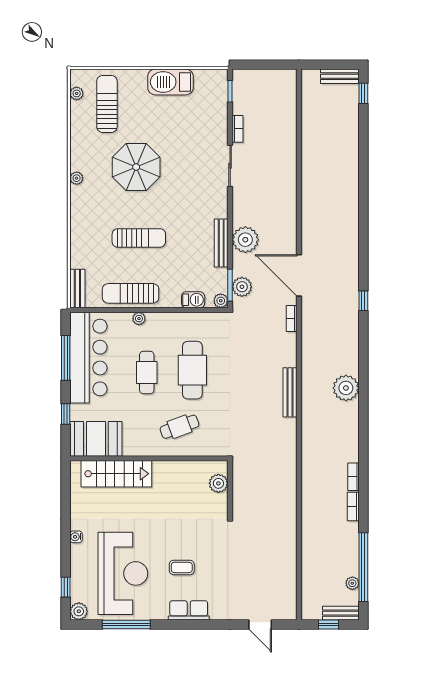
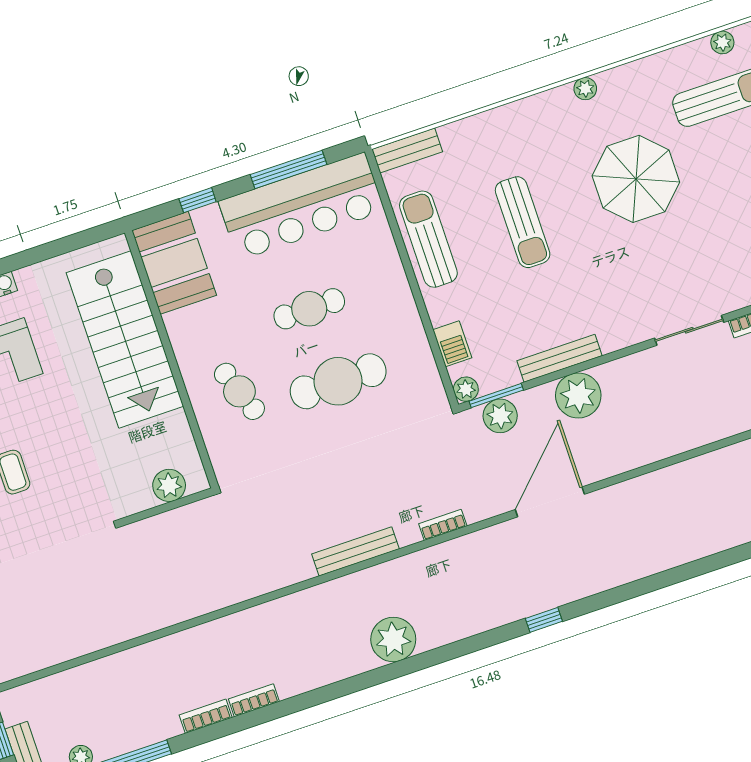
bookcase: (292, 318) -> (443, 525), moved
plant: (139, 319) -> (392, 267), removed
stairs: (116, 474) -> (125, 339), width x1.36, depth x1.51

